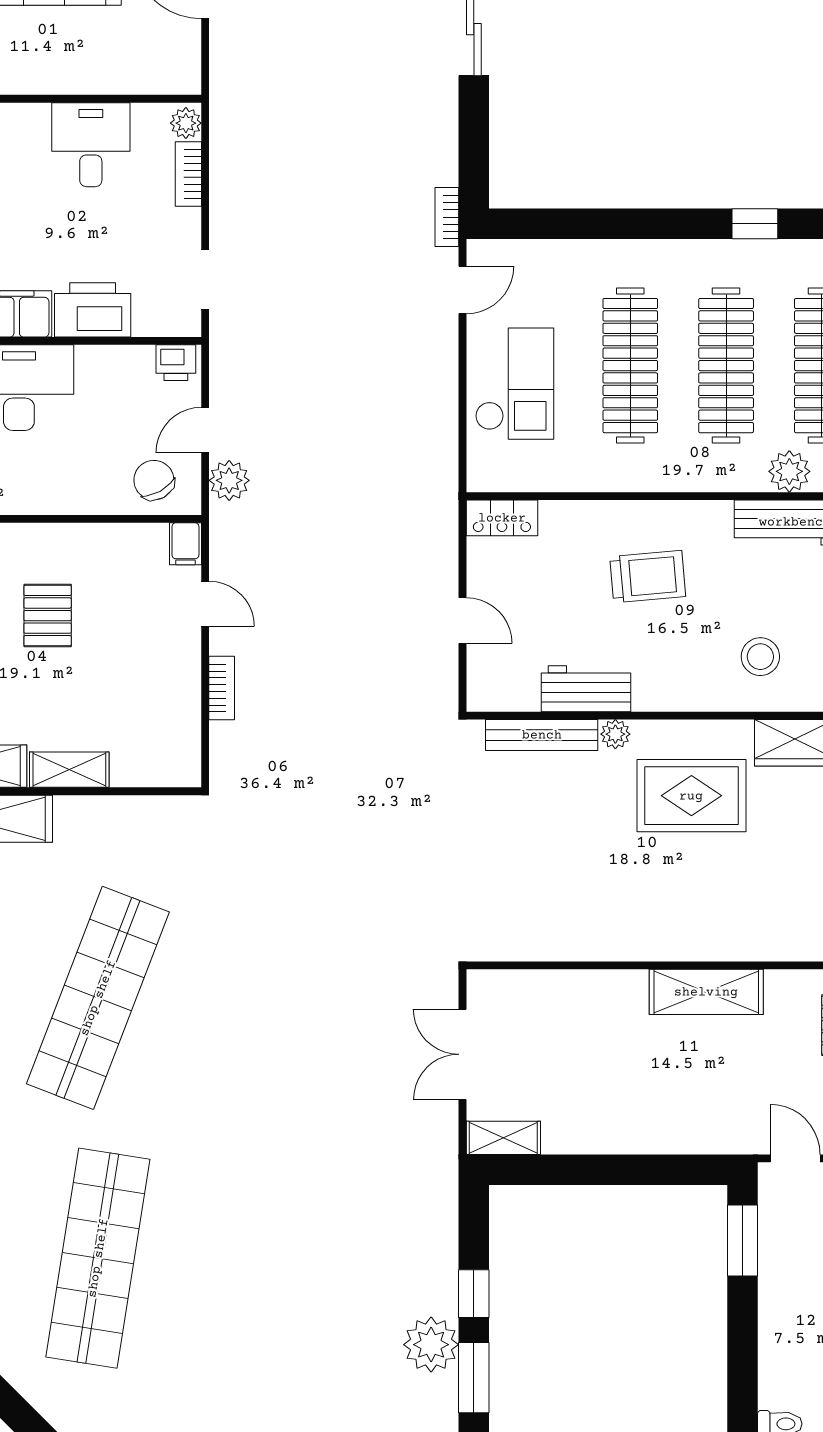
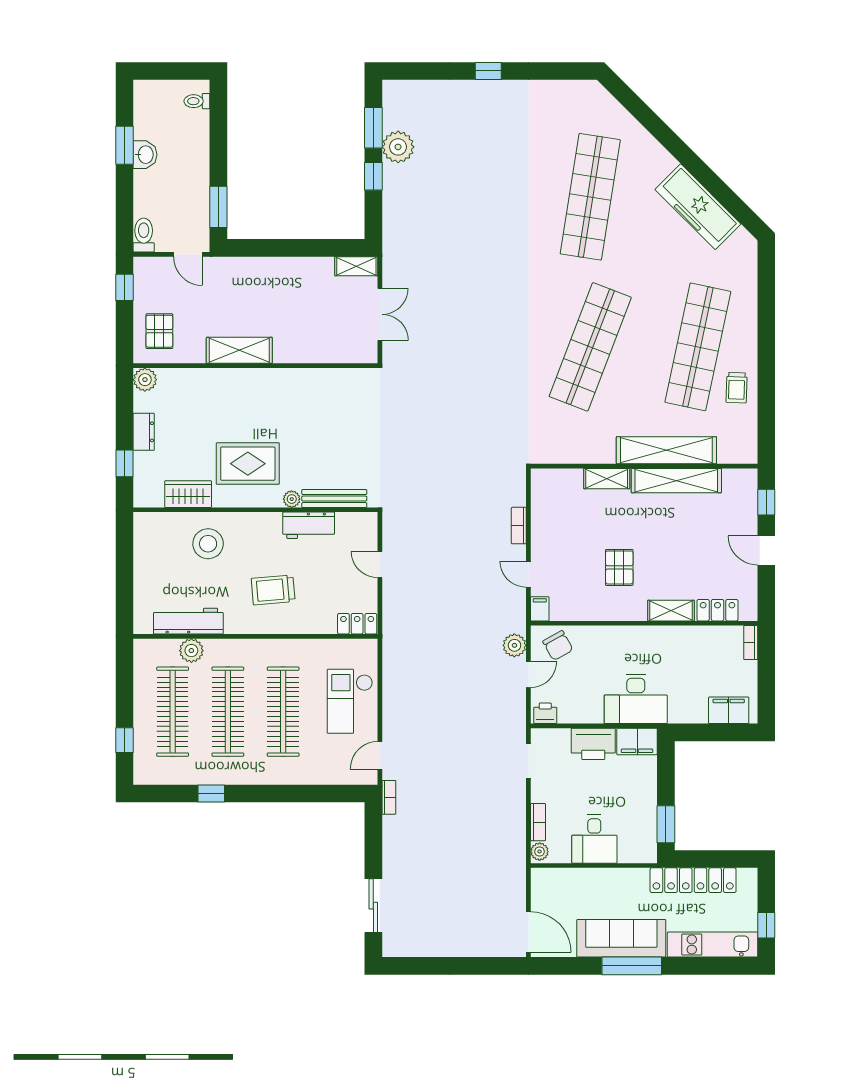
stool: (760, 657) -> (208, 544), width x1.38, depth x1.38

